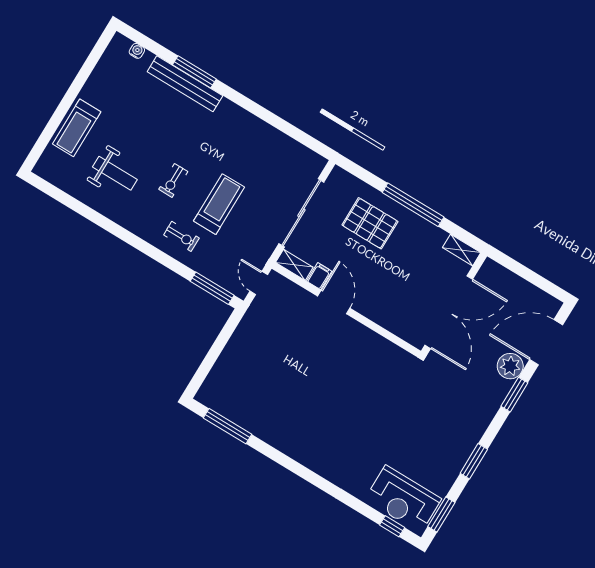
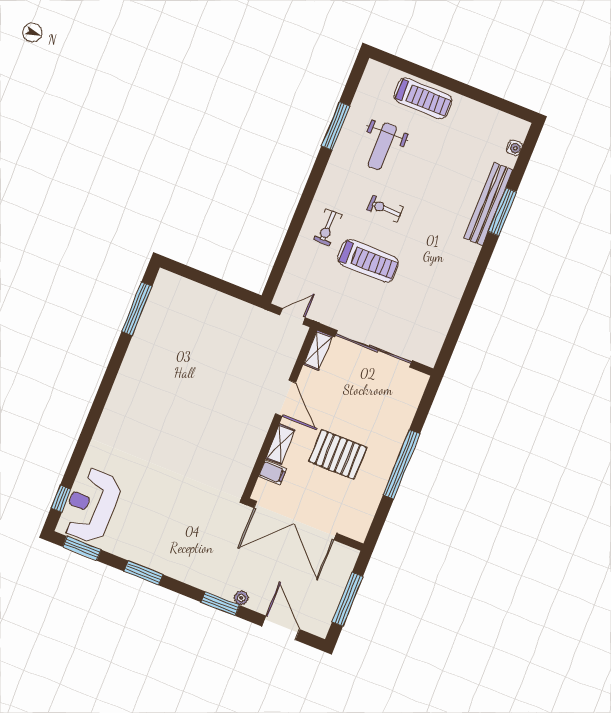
treadmill: (77, 128) -> (423, 98), turned 180
pallet: (370, 223) -> (338, 454), moved, turned 90
shelving: (462, 250) -> (280, 444), moved
filing cabinet: (319, 276) -> (273, 472), moved
window: (530, 276) -> (348, 599), added
window: (212, 288) -> (336, 126), moved
door: (334, 302) -> (285, 398), hinge flipped
door: (546, 342) -> (281, 628), width x0.73
plant: (510, 366) -> (241, 598), width x0.53, depth x0.53

